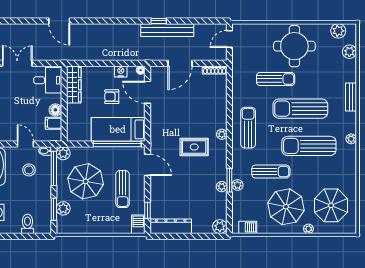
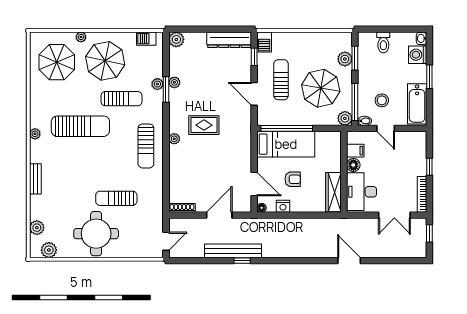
desk: (48, 80) -> (362, 192), width x1.37
sun lounger: (300, 109) -> (90, 166), removed
door: (147, 165) -> (254, 94), moved
sun lounger: (271, 172) -> (121, 99), turned 180

